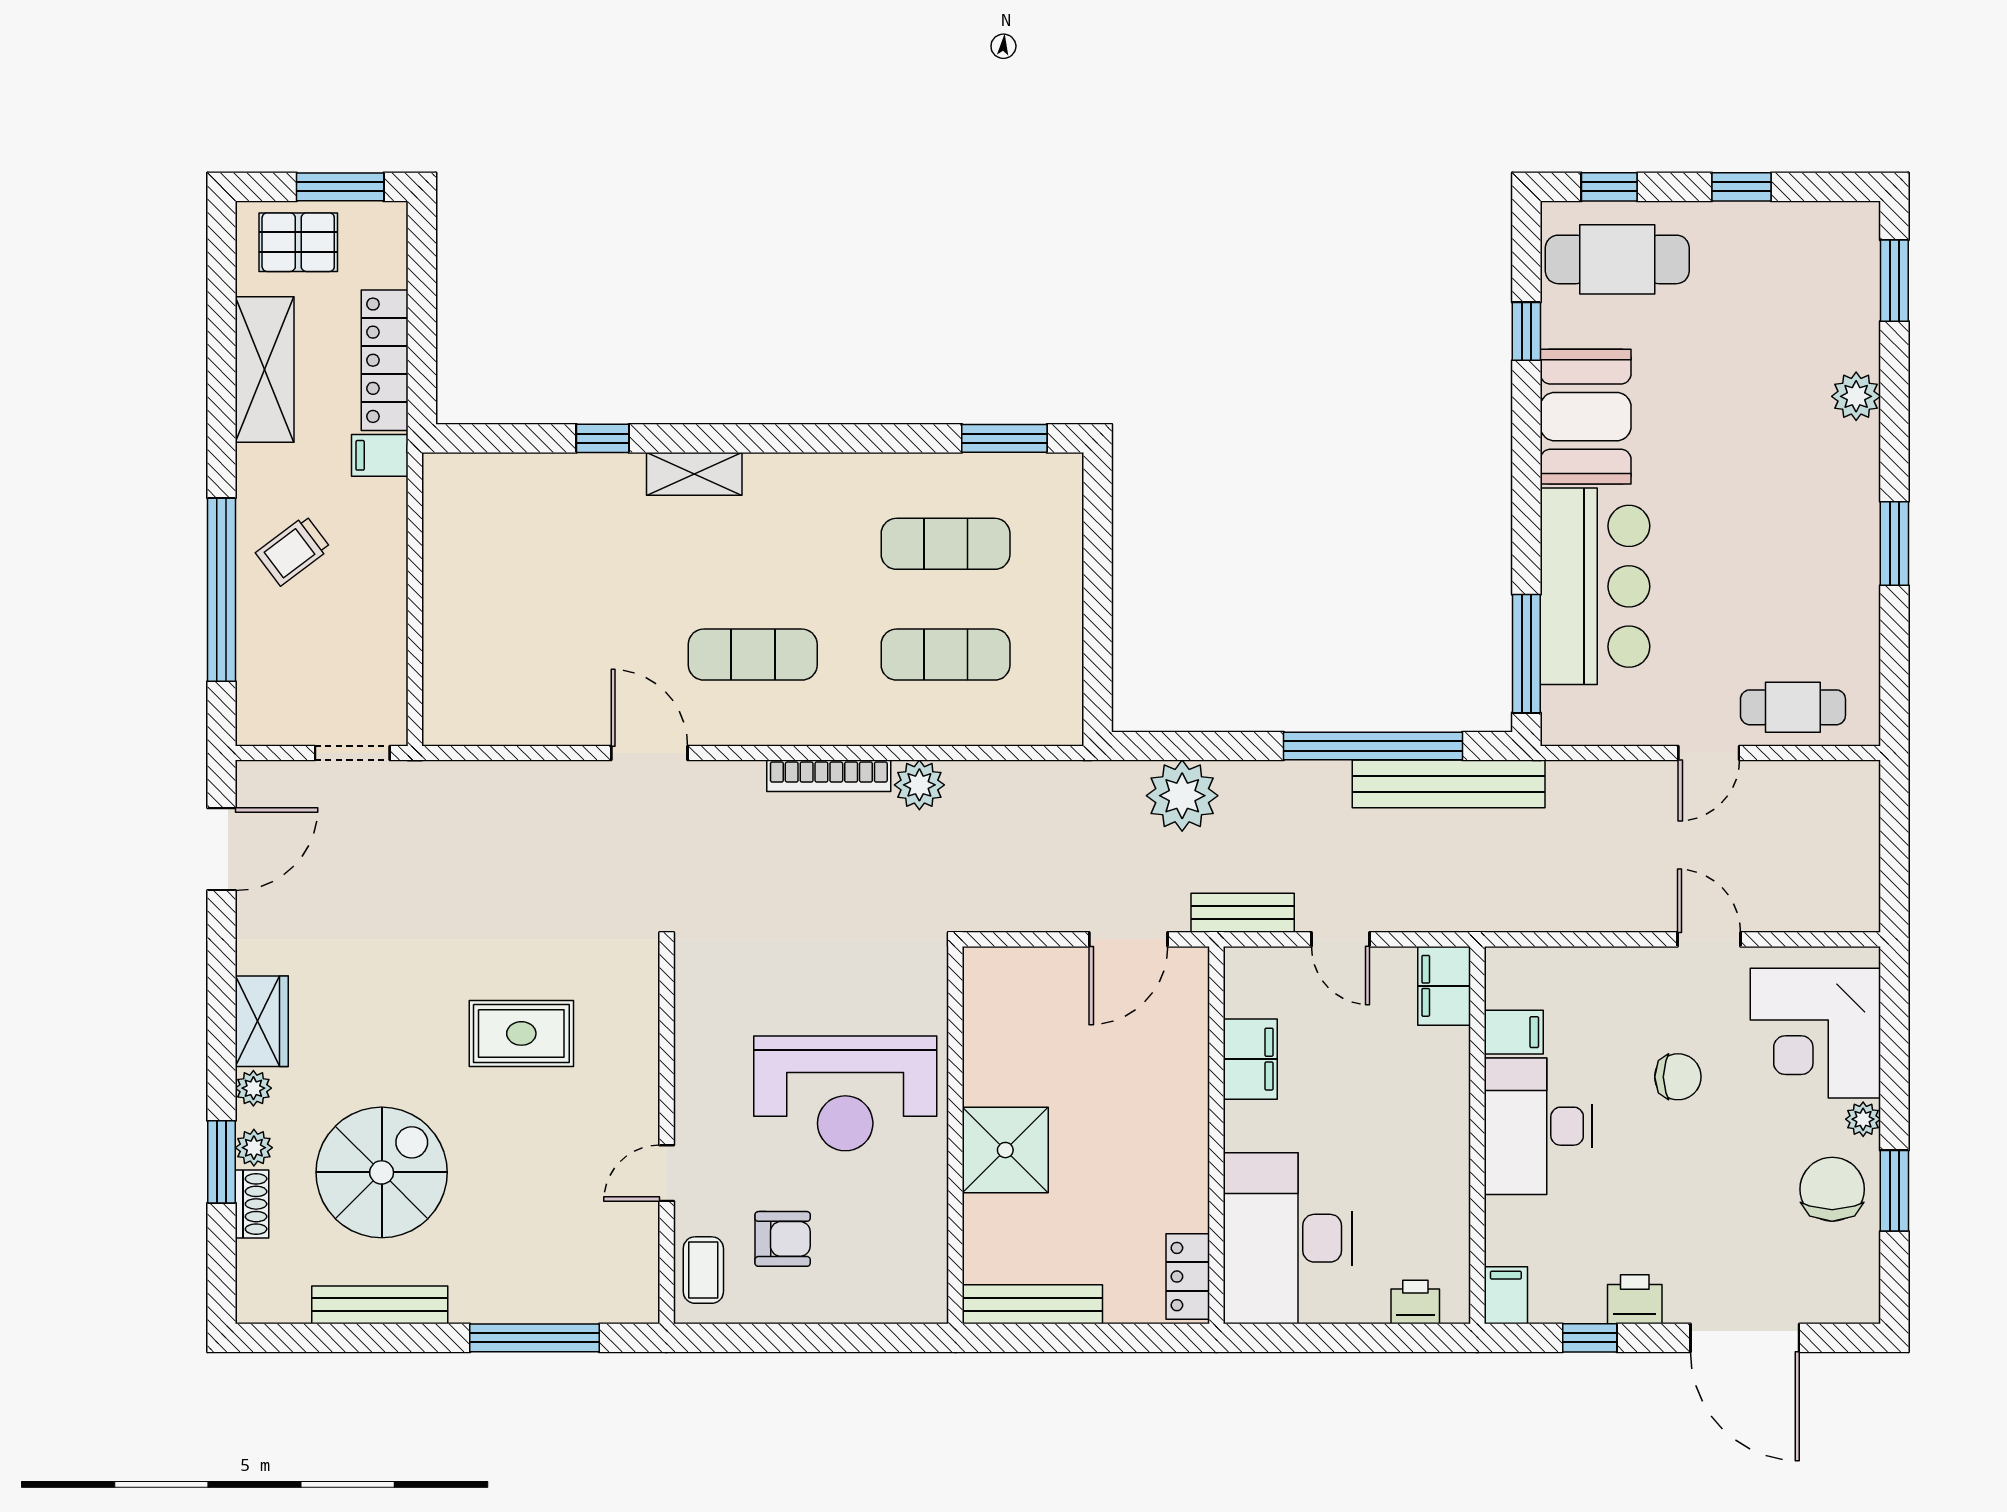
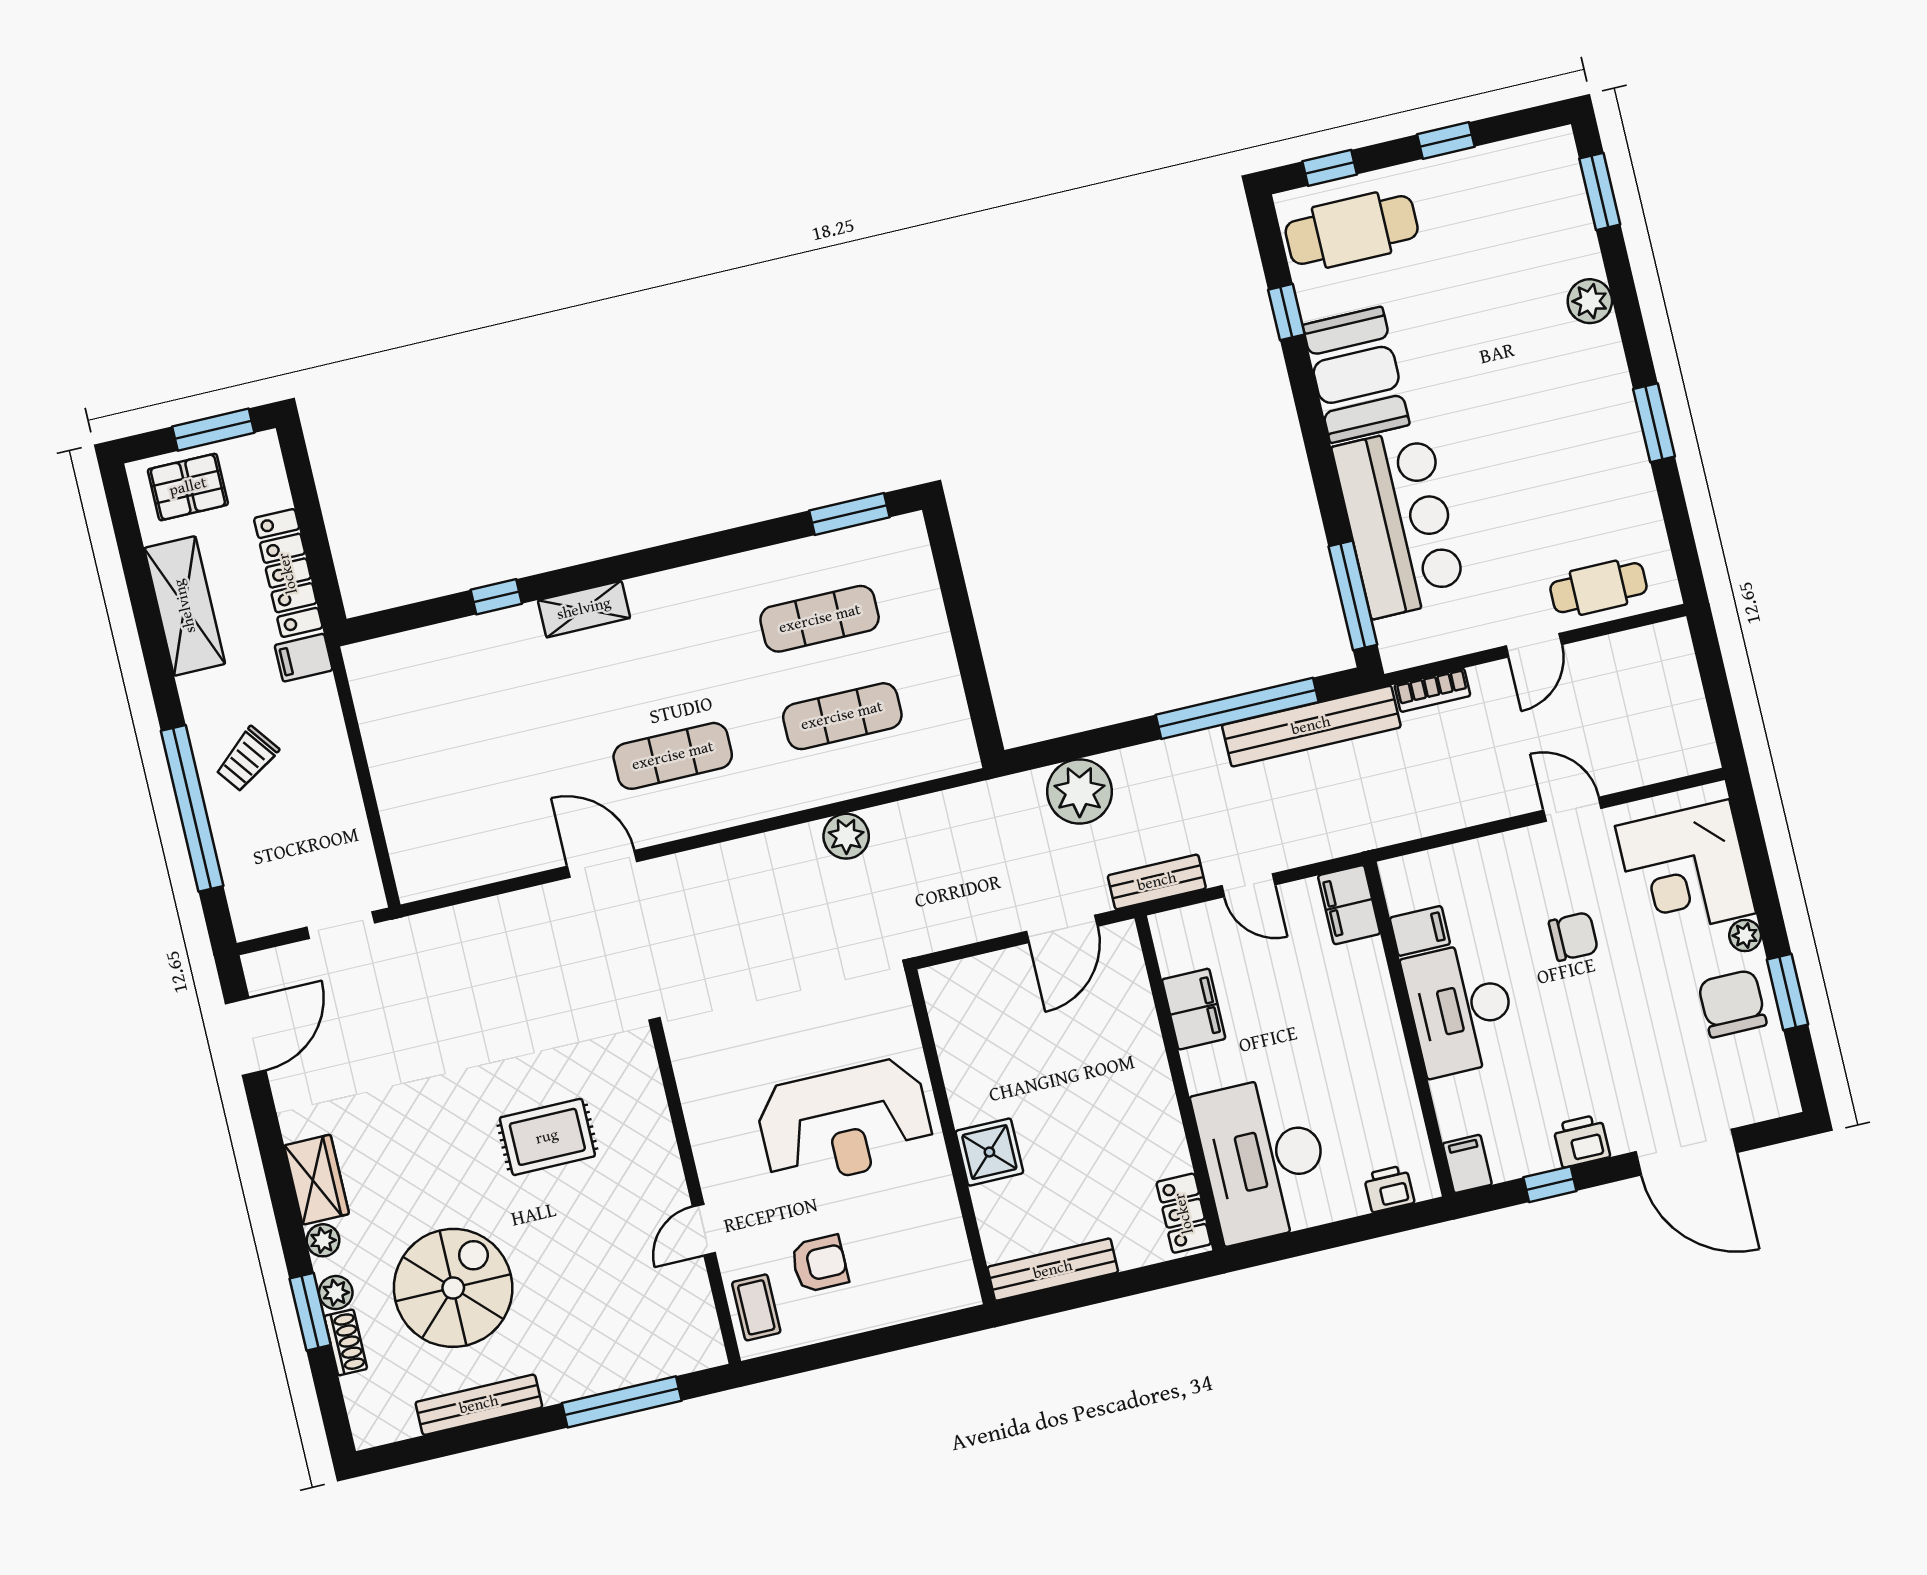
bookcase: (829, 776) -> (1432, 690), moved, width x0.64
shower: (1005, 1150) -> (989, 1152), width x0.73, depth x0.73

